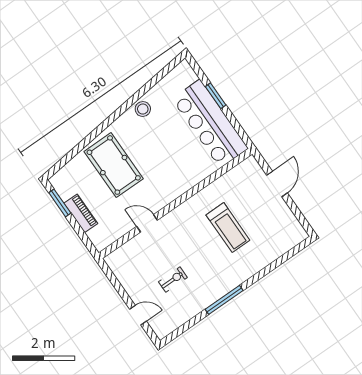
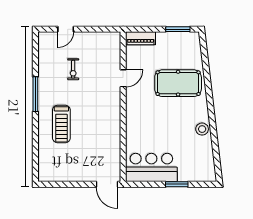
bar counter: (210, 124) -> (151, 167), width x0.73
door: (277, 184) -> (107, 184), moved
piano: (81, 213) -> (141, 38), moved
treadmill: (228, 228) -> (61, 124), moved, turned -90

